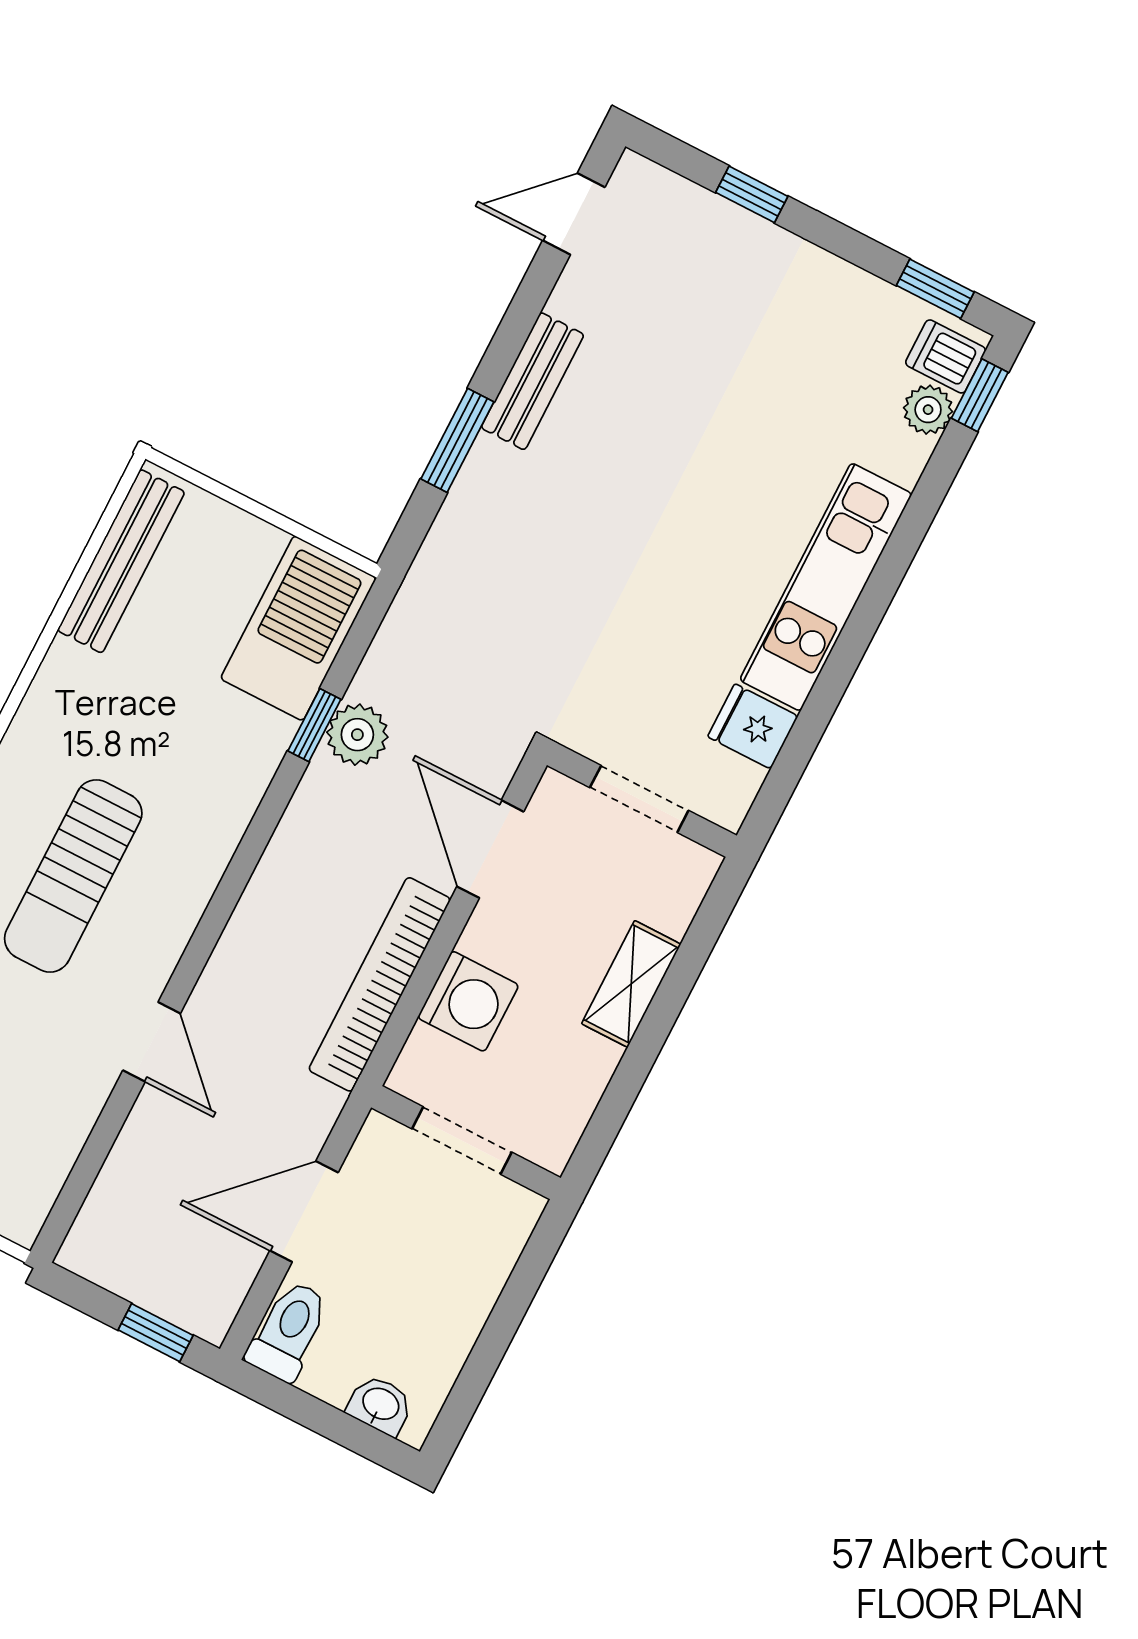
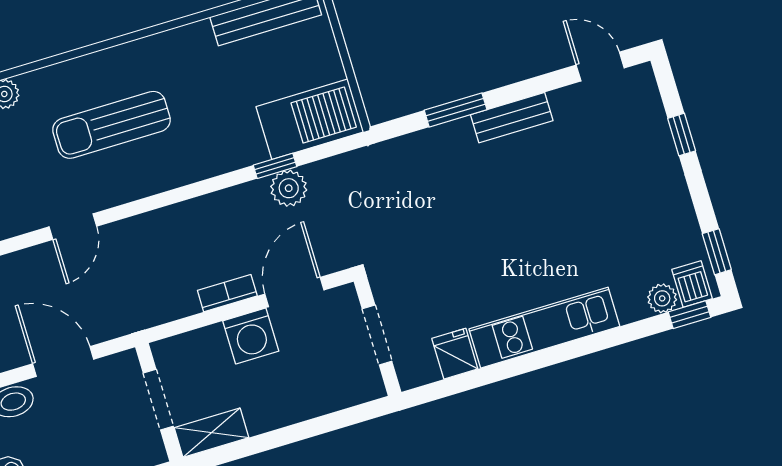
bookcase: (380, 984) -> (227, 293), width x0.43, depth x0.76
shelving: (631, 984) -> (211, 433), moved
washing machine: (468, 1001) -> (251, 336), moved

